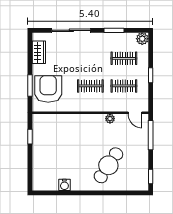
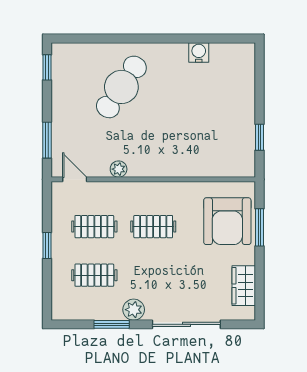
plant: (142, 39) -> (134, 310), moved
window: (151, 135) -> (47, 140), width x0.69

